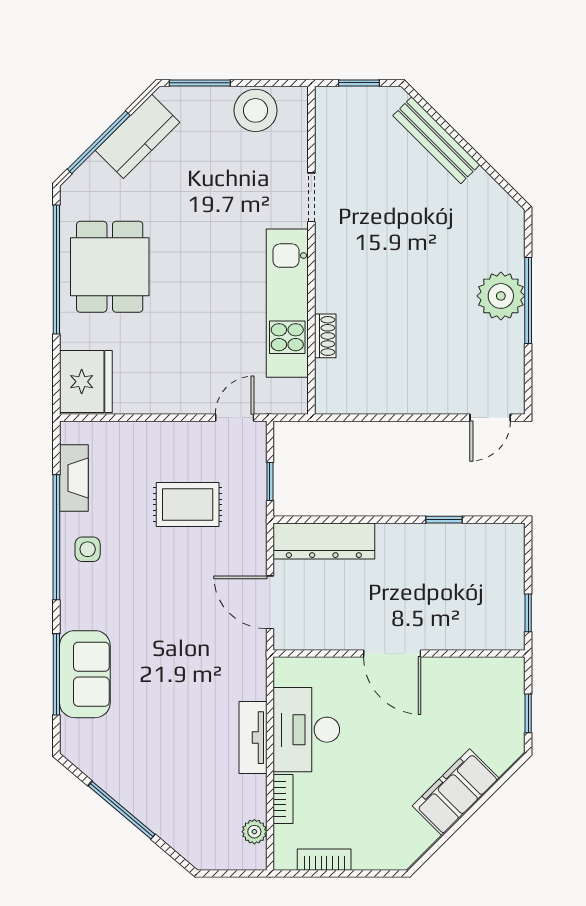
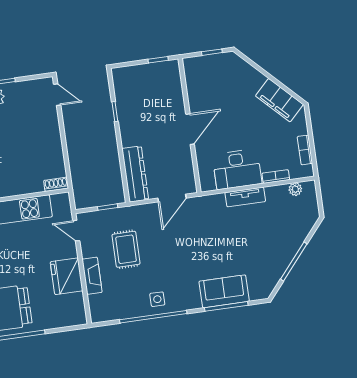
shoe rack: (325, 336) -> (56, 184), moved
fridge: (86, 382) -> (67, 276), moved, turned -90
fireplace: (74, 478) -> (92, 276), moved, turned 90
filing cabinet: (456, 792) -> (279, 100), moved

